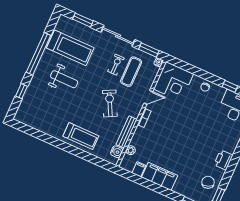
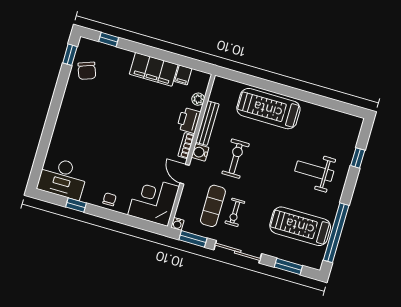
window: (38, 54) -> (336, 233), moved
weight bench: (64, 79) -> (314, 171), moved
door: (148, 97) -> (185, 174), hinge flipped
exercise bike: (110, 103) -> (236, 159), turned -153
treadmill: (81, 136) -> (268, 109), width x1.37, depth x1.38
water cooler: (117, 152) -> (200, 152), moved
printer: (223, 160) -> (189, 120), moved, turned 180

